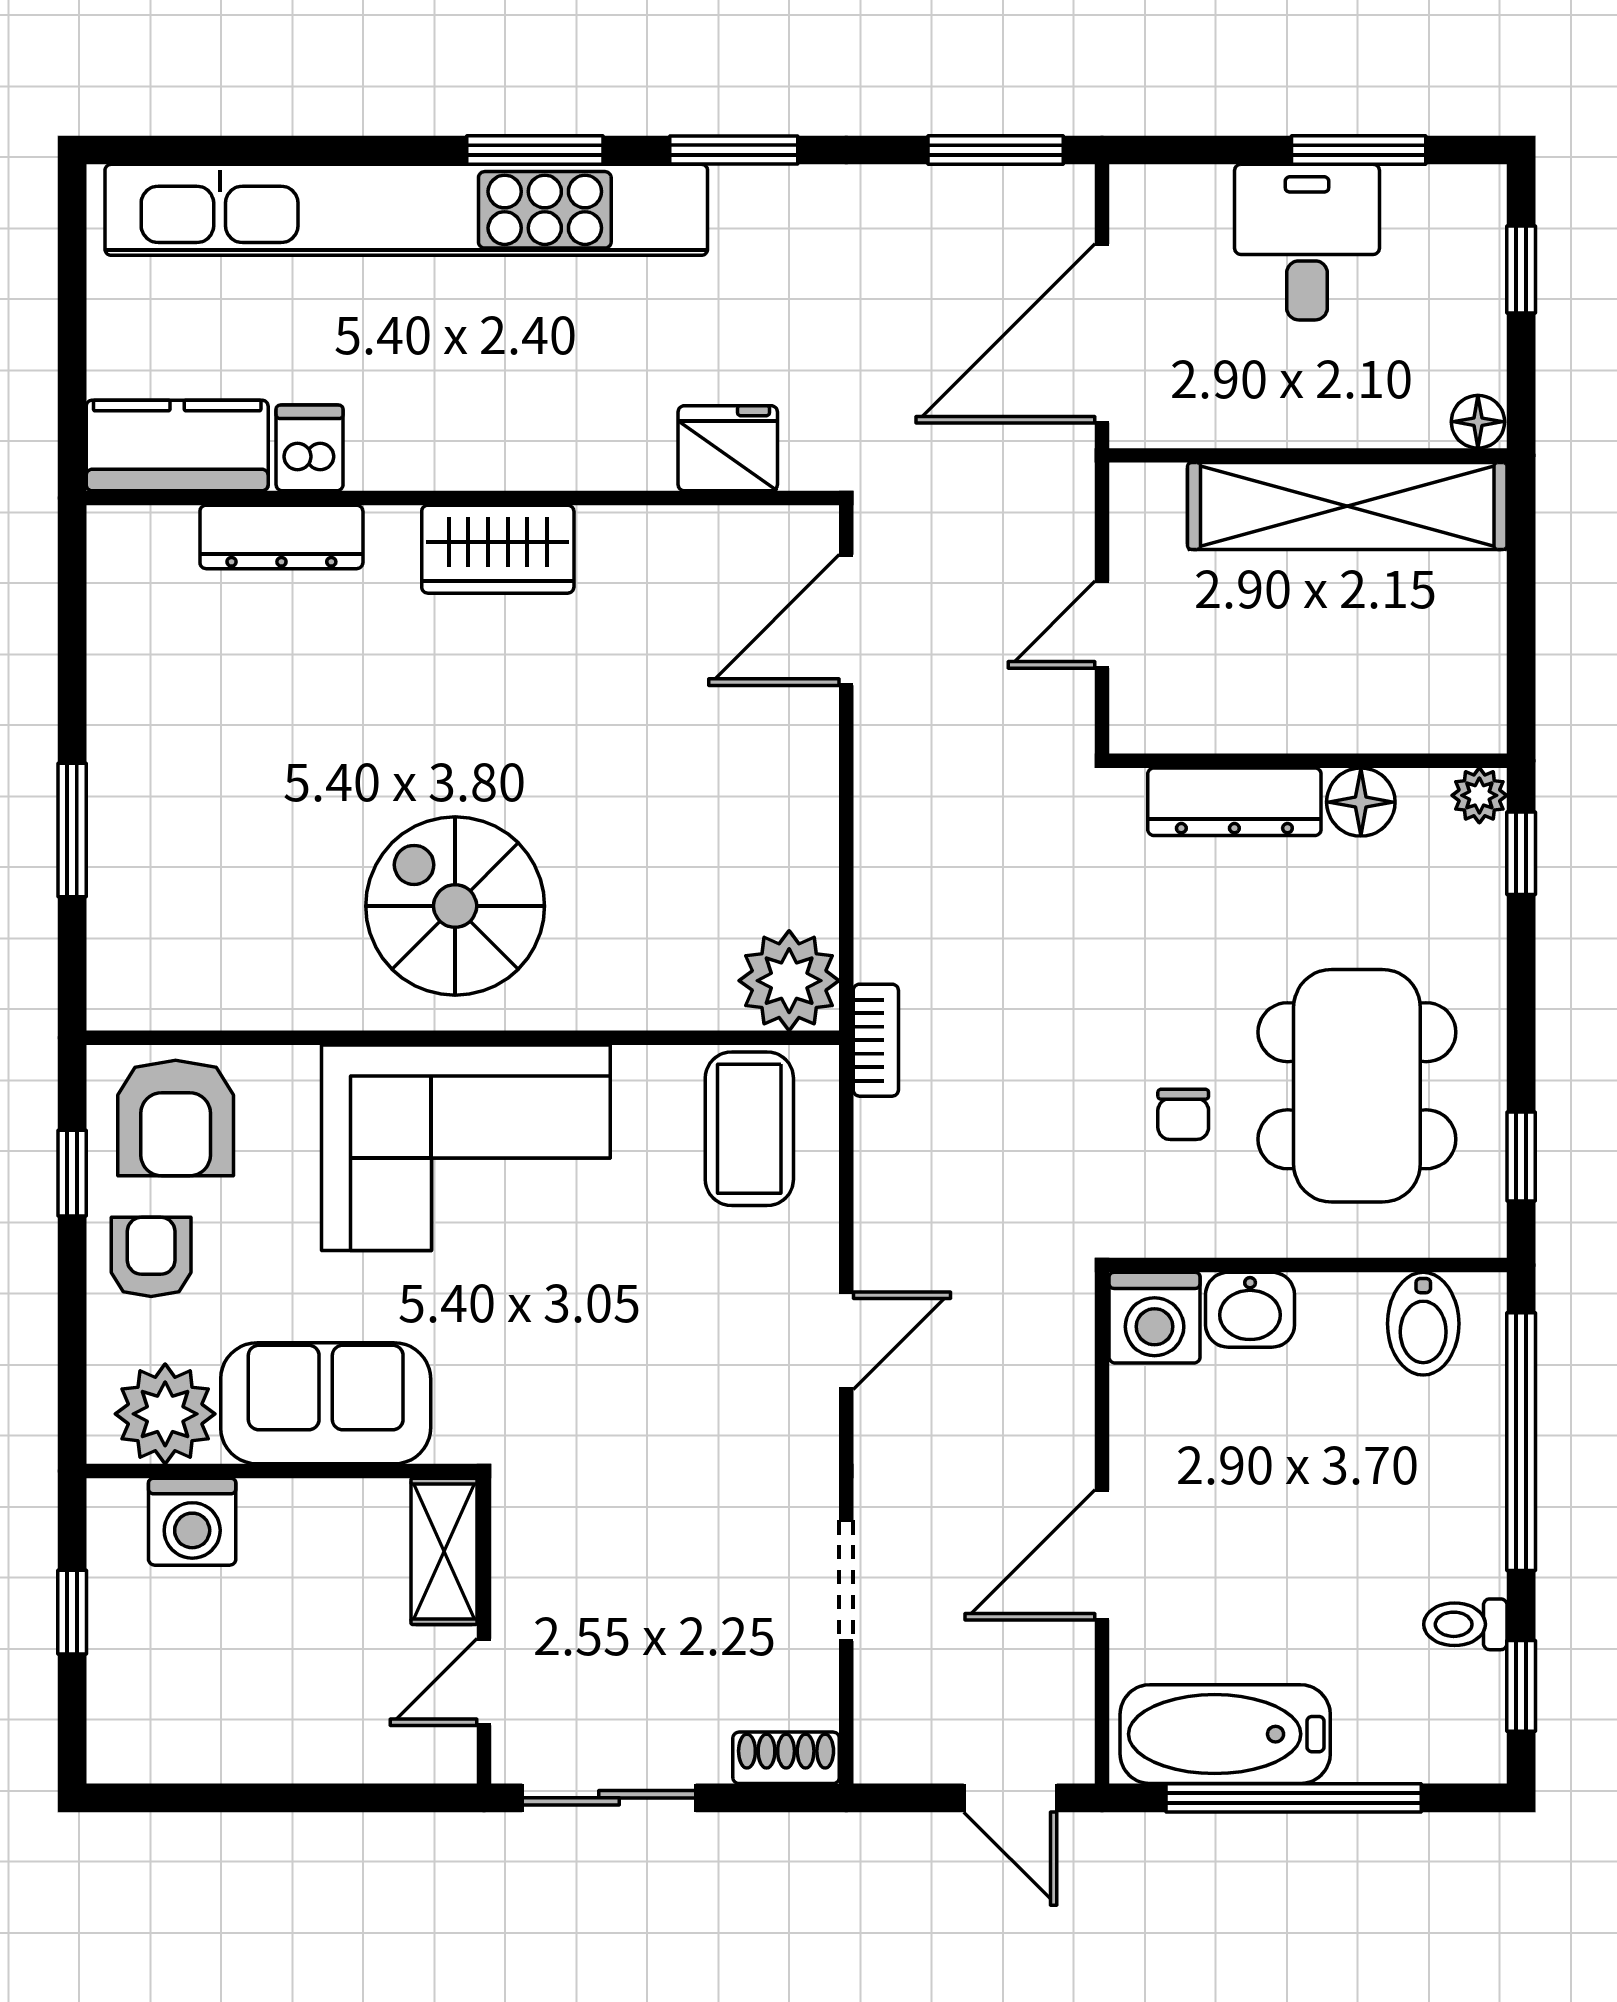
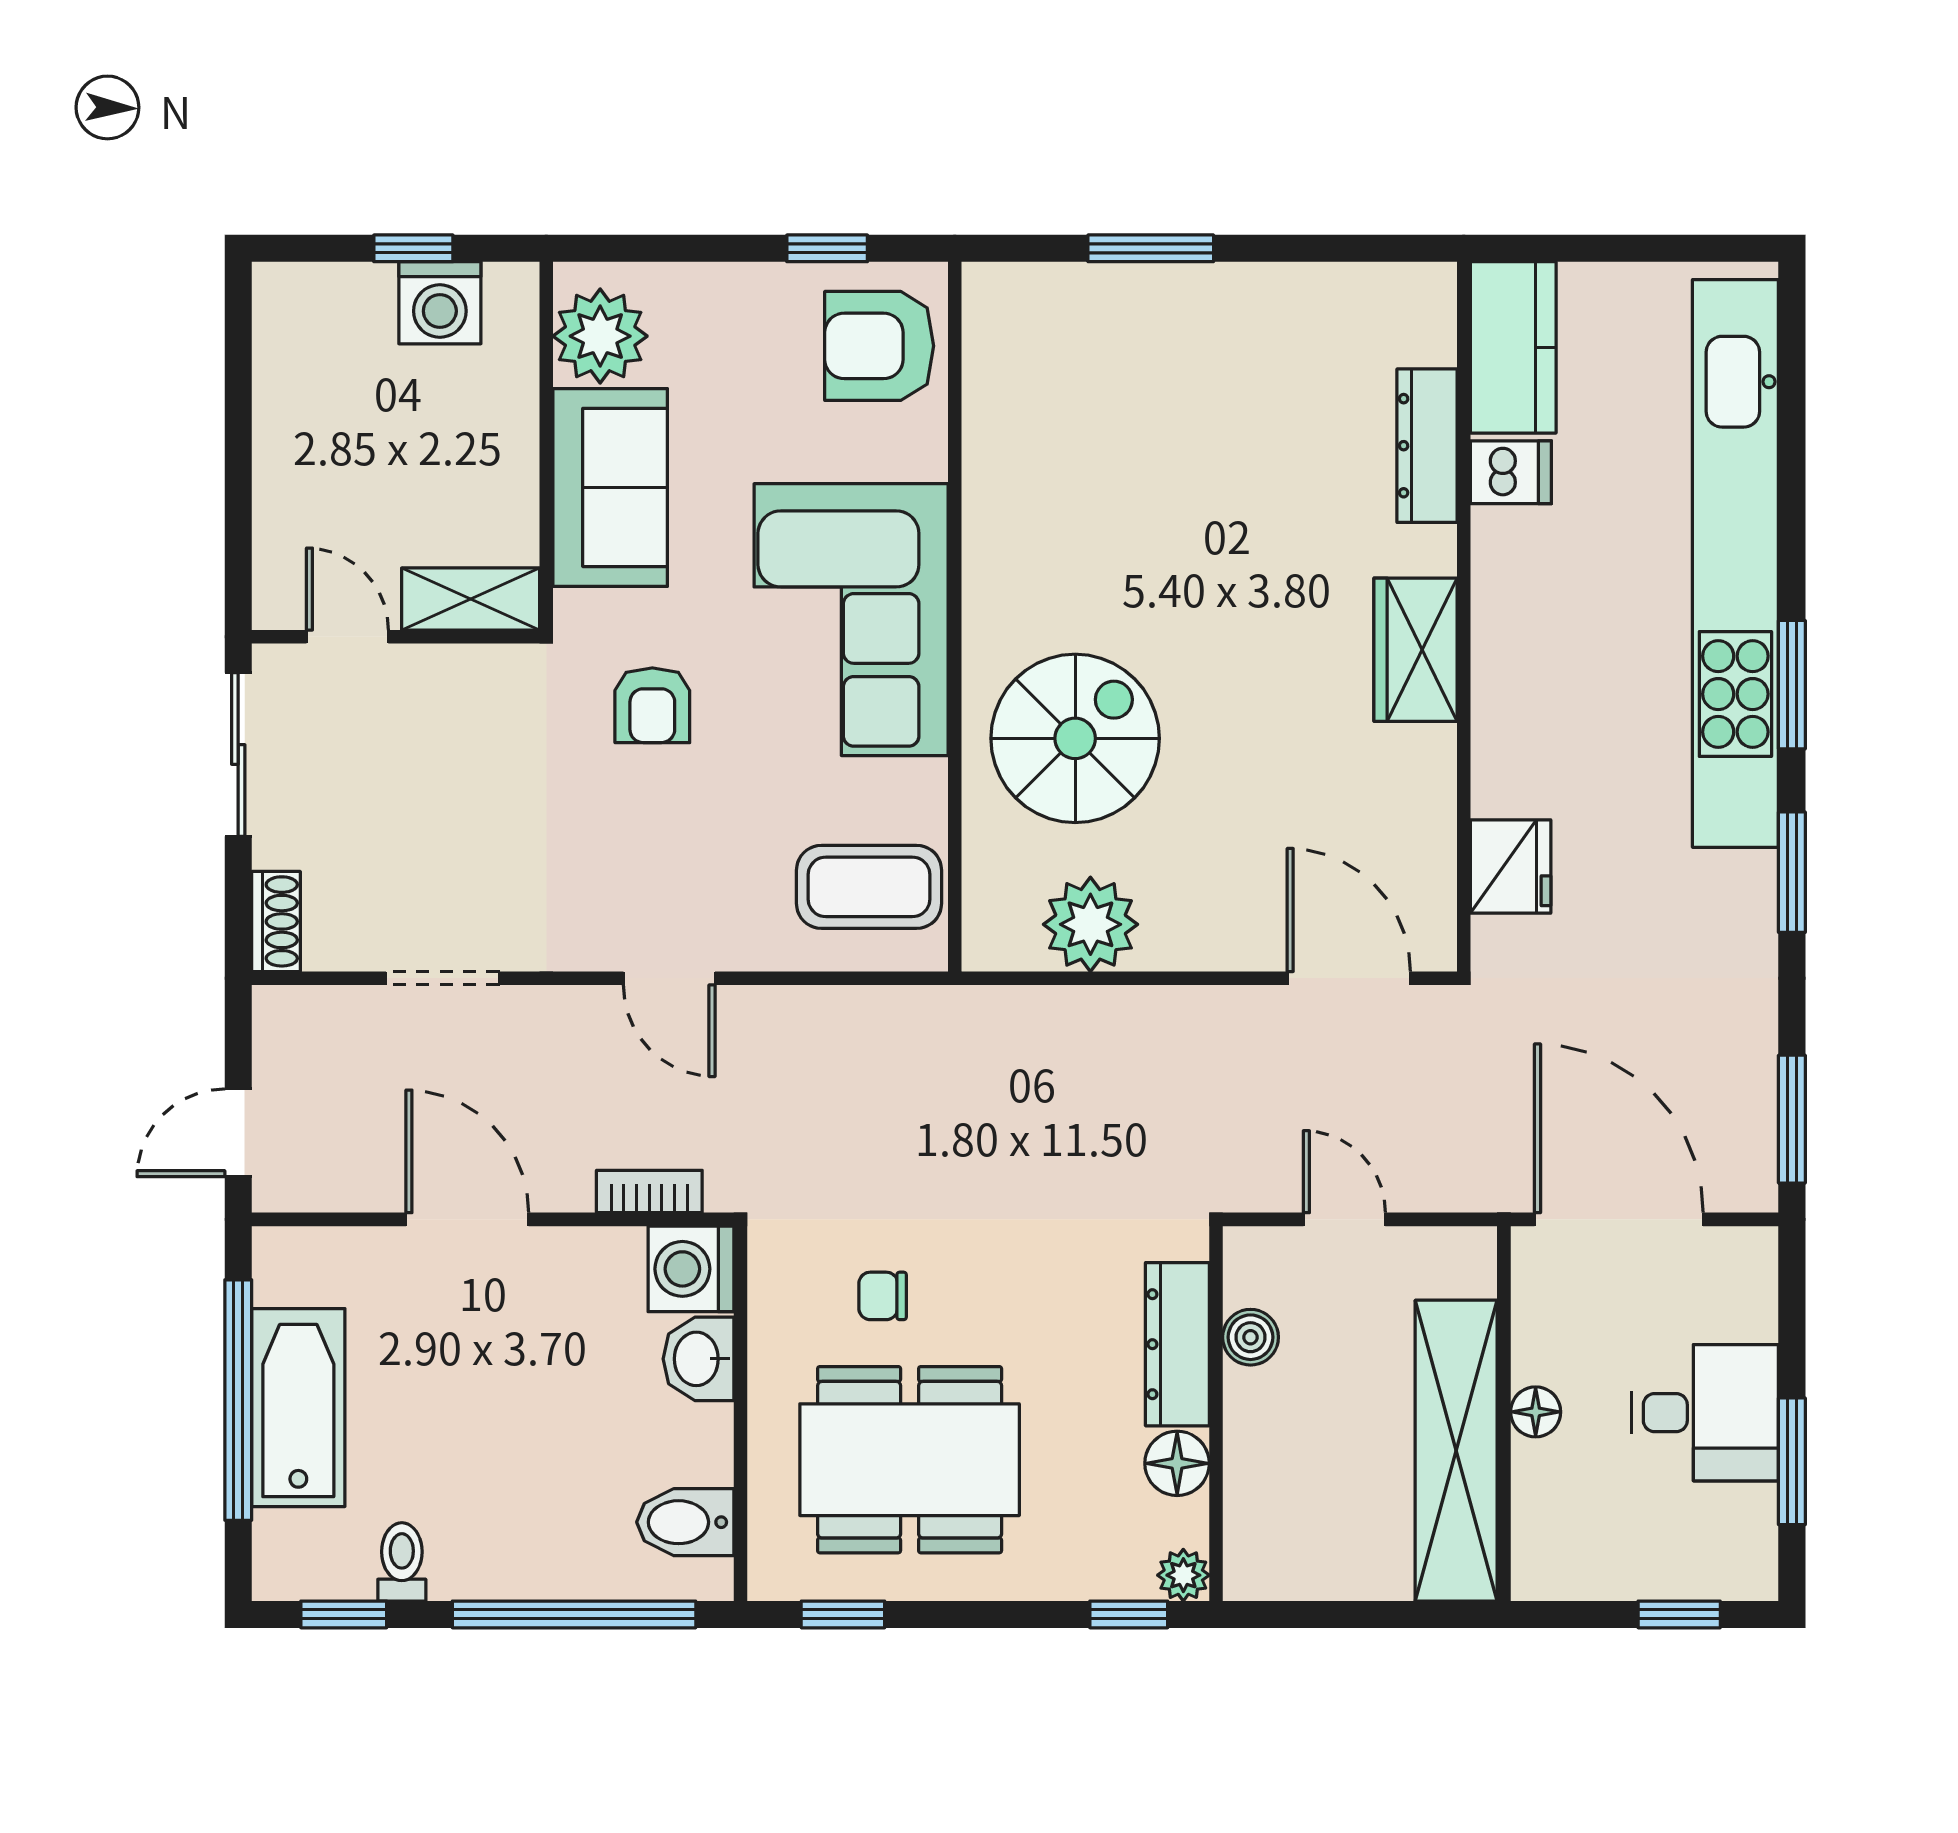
floor lamp: (1478, 422) -> (1536, 1412), moved
boiler: (1227, 724) -> (1251, 1337), added
spiral stairs: (455, 906) -> (1075, 738), moved
plant: (789, 981) -> (1090, 924), moved
bookcase: (876, 1040) -> (649, 1191), moved, turned 180
armchair: (151, 1257) -> (652, 705), moved, turned 90
washing machine: (192, 1522) -> (440, 303), moved, turned -90
bathtub: (1225, 1734) -> (298, 1408), moved

